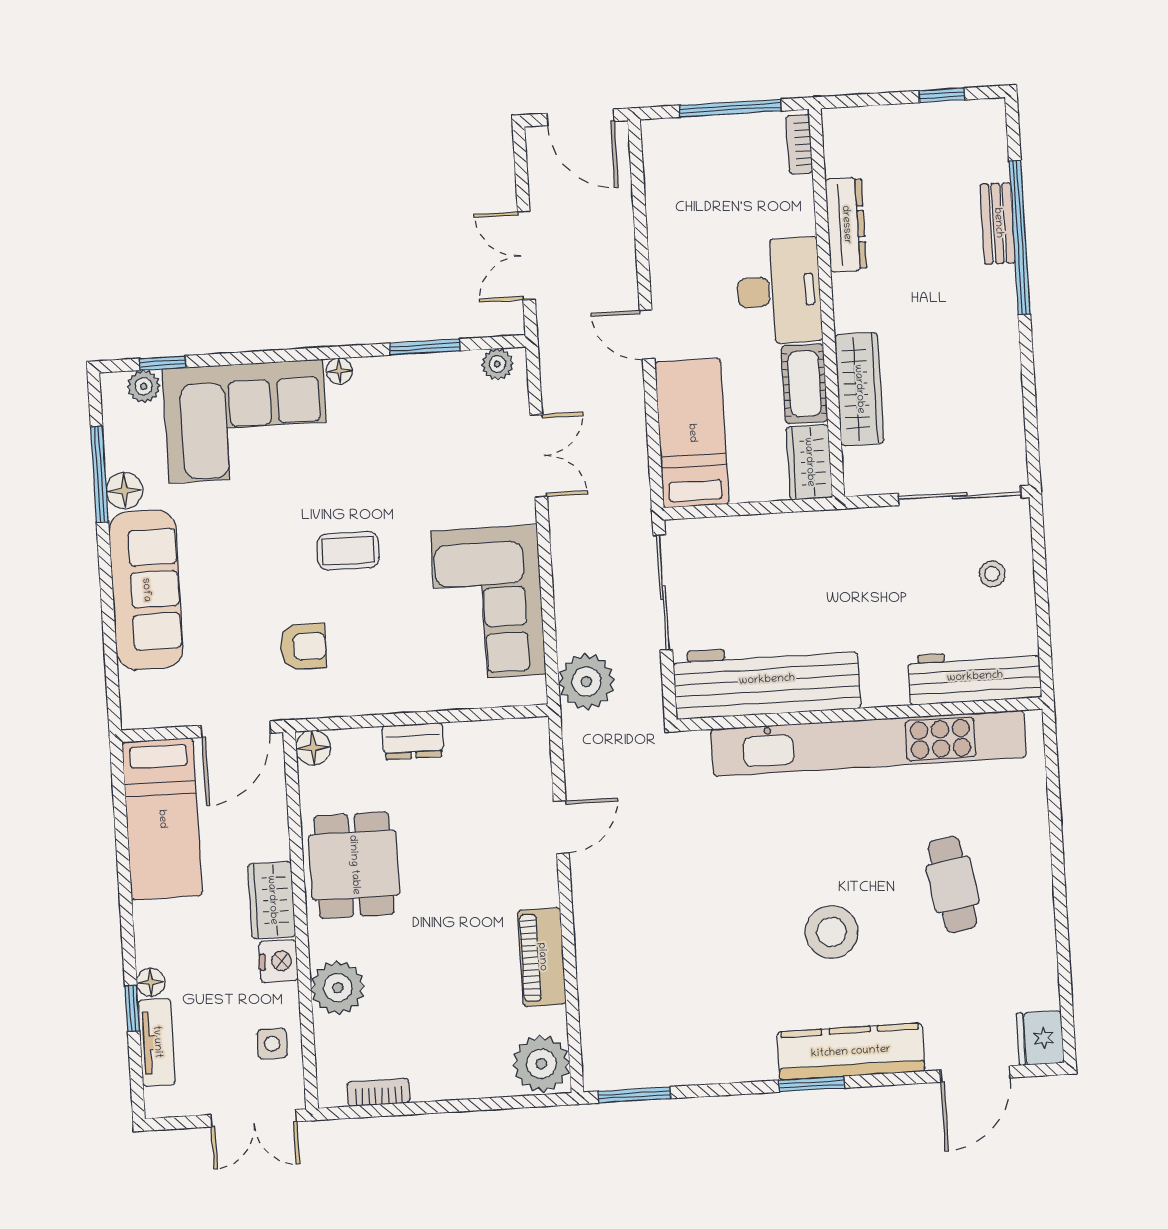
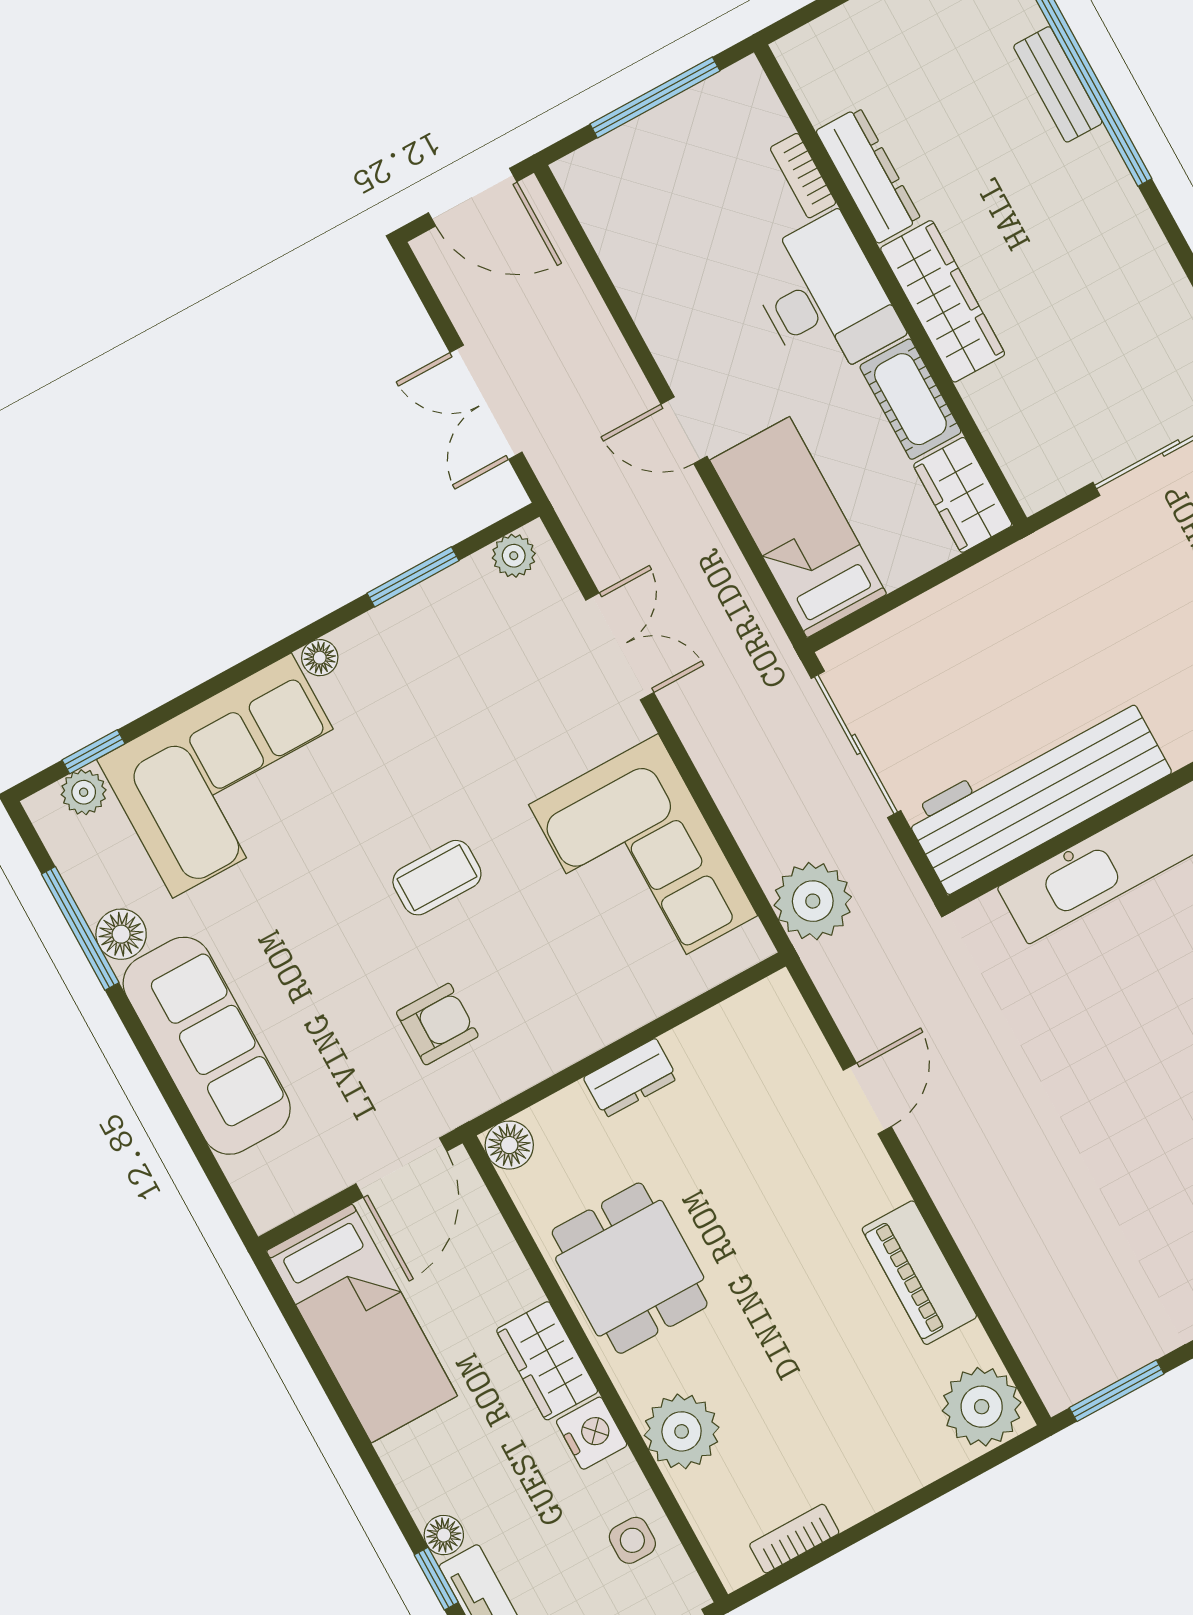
bookcase: (799, 144) -> (803, 176), moved
wardrobe: (859, 389) -> (943, 301), moved

